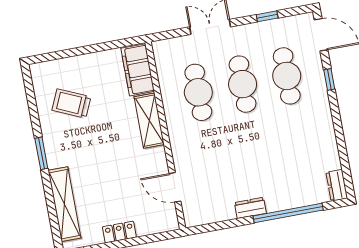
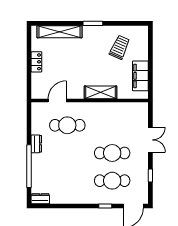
filing cabinet: (138, 70) -> (140, 76), moved, turned -90
cafe table: (198, 92) -> (67, 125), moved

